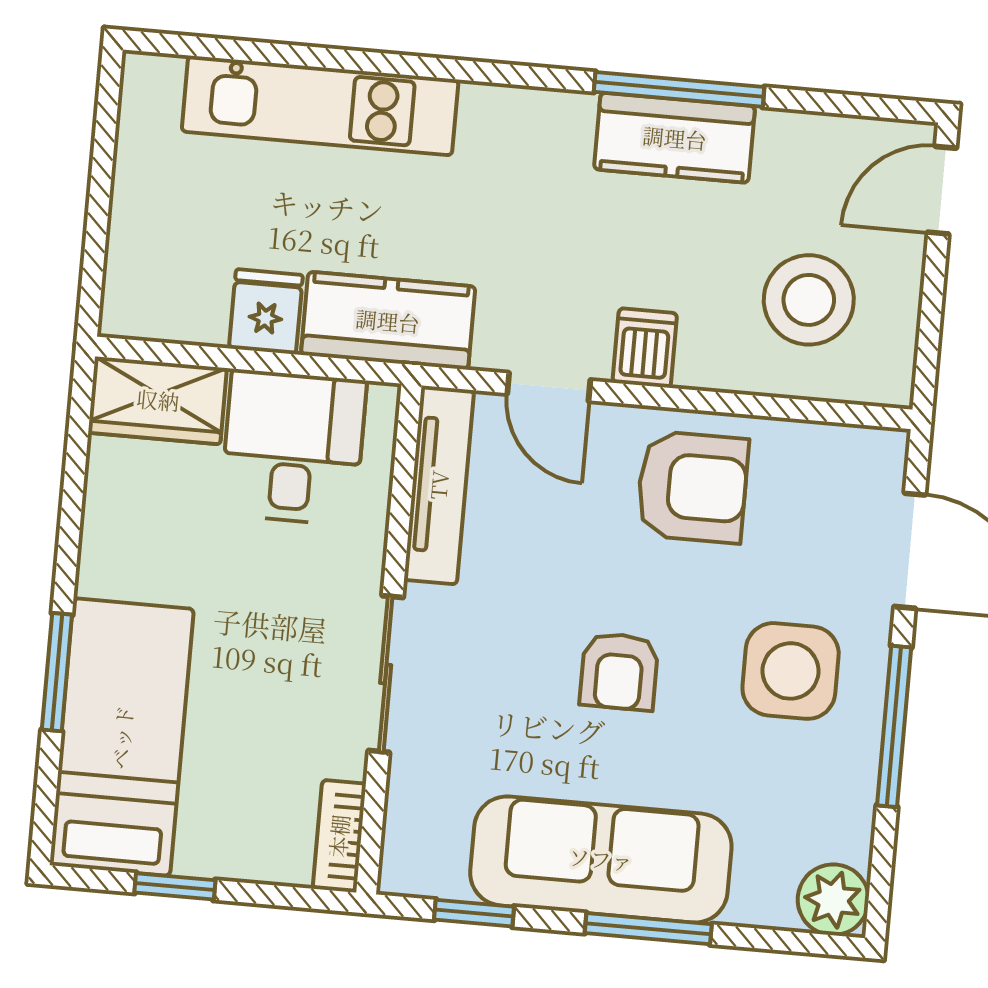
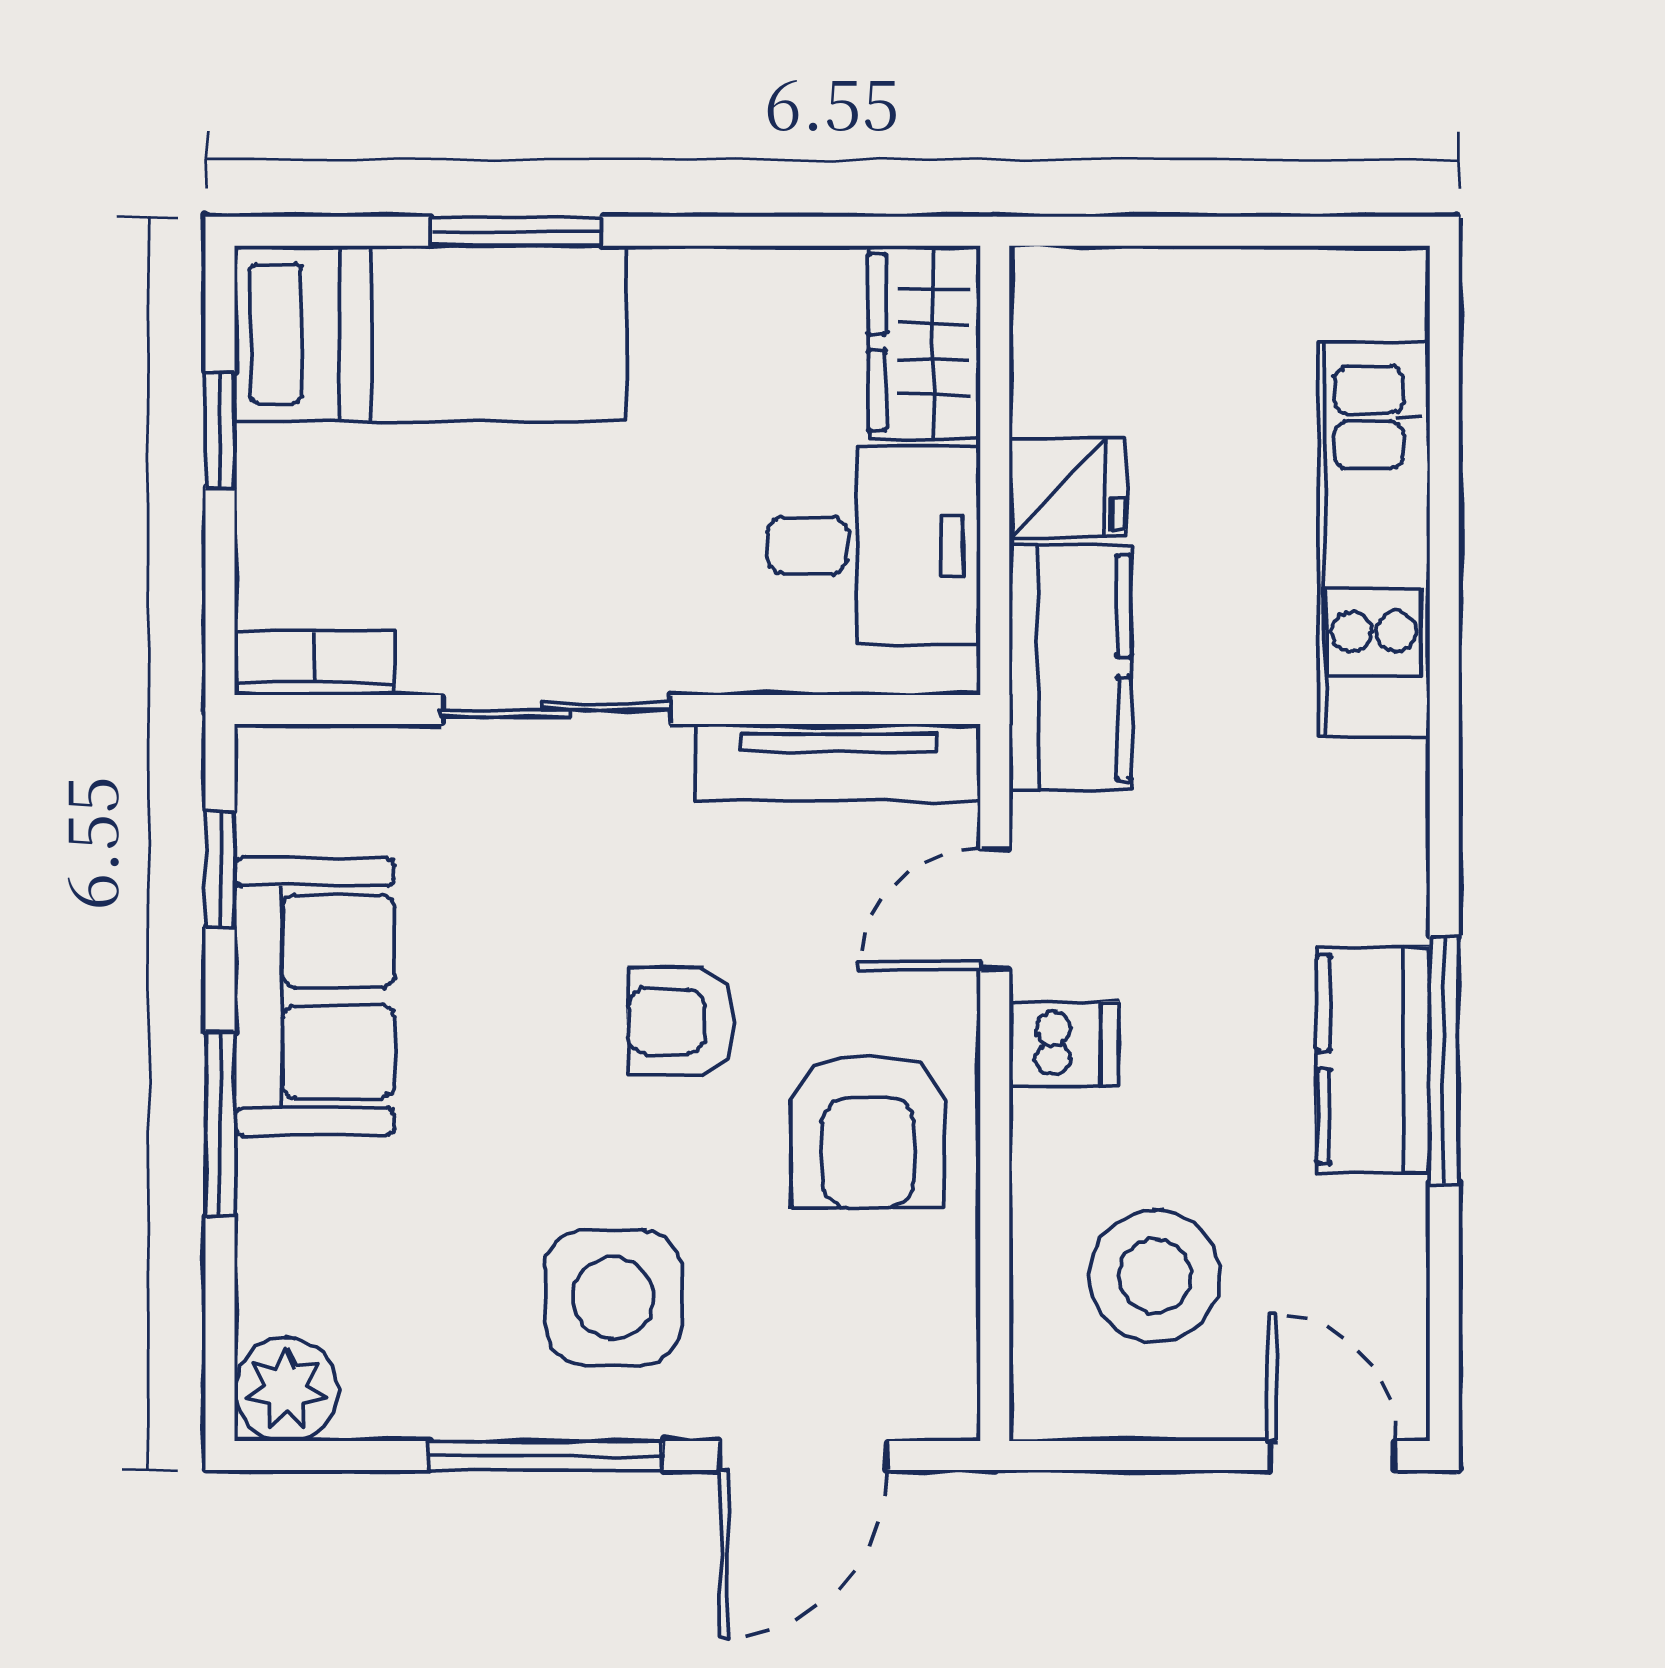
armchair: (619, 671) -> (681, 1021), moved
sofa: (601, 859) -> (314, 997), width x0.73

